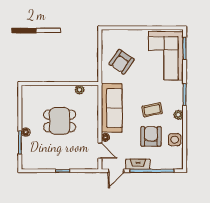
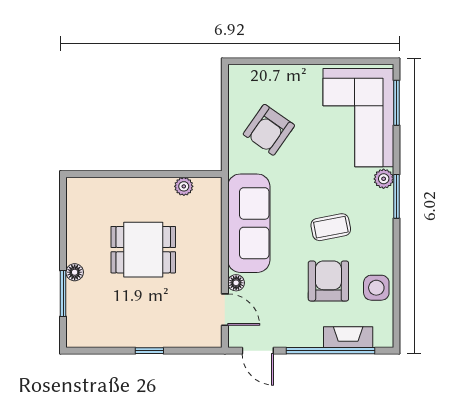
plant: (178, 115) -> (384, 179), moved
fireplace: (138, 164) -> (348, 337), moved
door: (116, 171) -> (258, 351), hinge flipped

